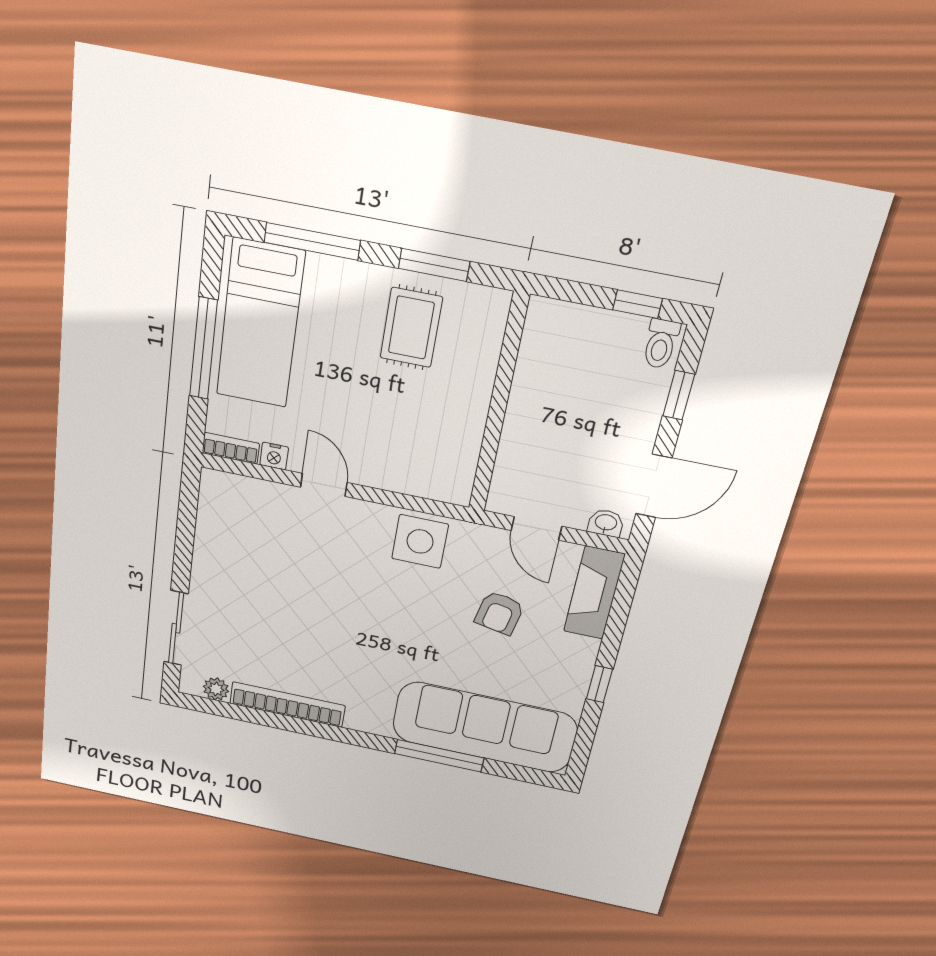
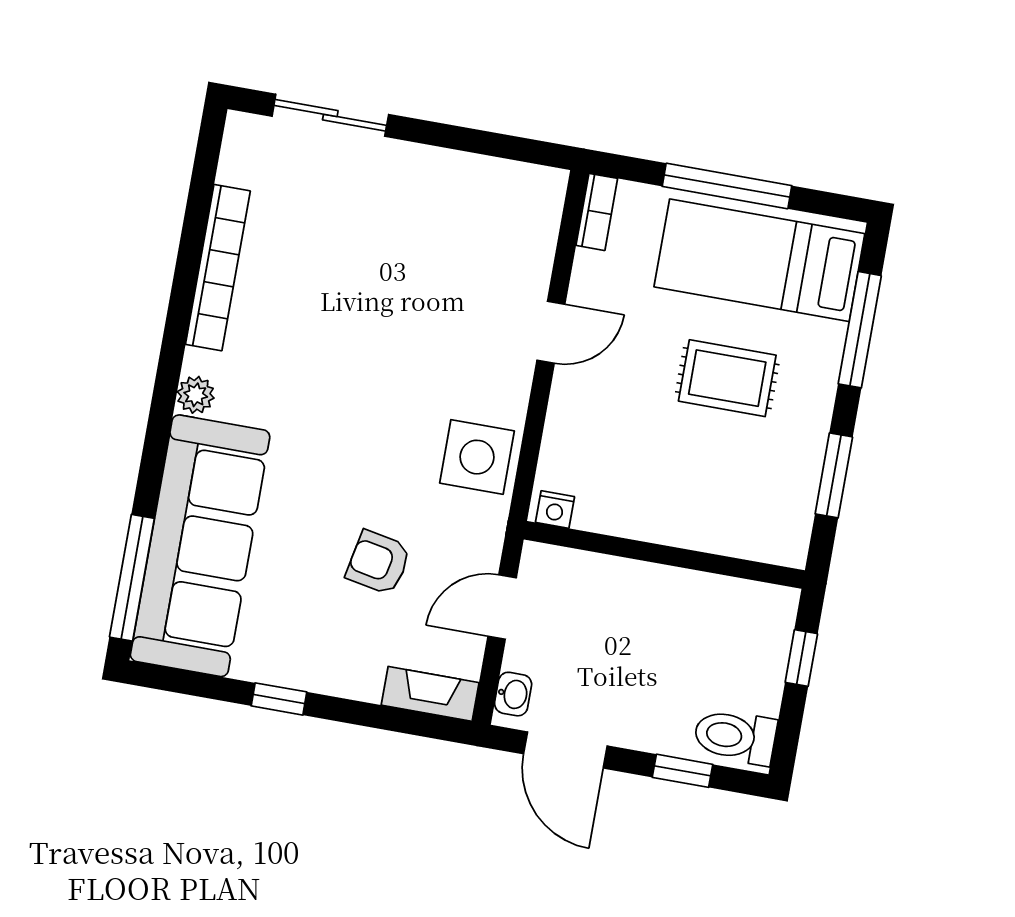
window: (638, 304) -> (801, 658), moved
rug: (411, 328) -> (727, 378), moved
toilet: (661, 344) -> (735, 737), width x1.37, depth x1.39
nightstand: (274, 456) -> (555, 509), moved, turned -90
fireplace: (594, 593) -> (430, 694), width x0.73, depth x0.76
plant: (216, 689) -> (196, 395), moved
window: (439, 756) -> (132, 578), moved

